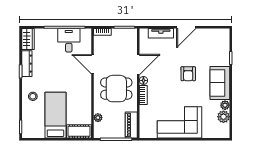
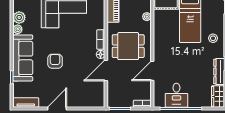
tv unit: (161, 33) -> (26, 102), moved
door: (93, 64) -> (152, 71), swing flipped
sofa: (220, 83) -> (23, 58), width x1.36

